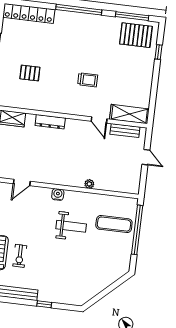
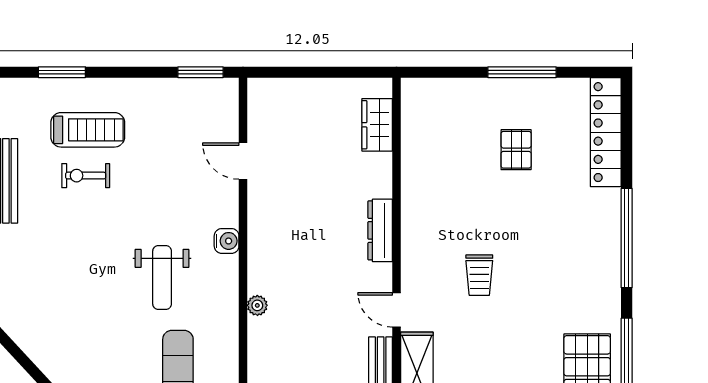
pallet: (30, 73) -> (516, 150), moved
door: (99, 120) -> (396, 310), hinge flipped
dresser: (50, 122) -> (380, 230), moved

